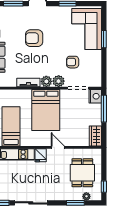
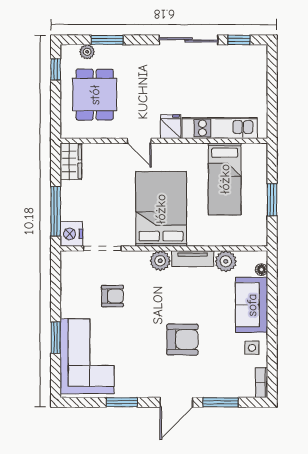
plant: (59, 81) -> (226, 261), moved

